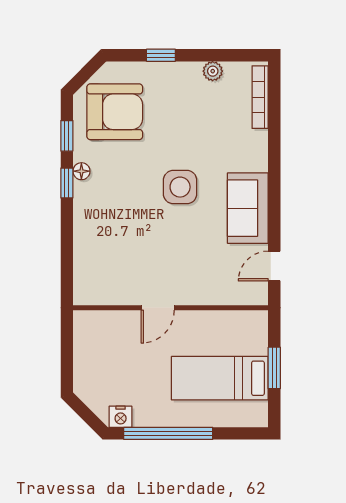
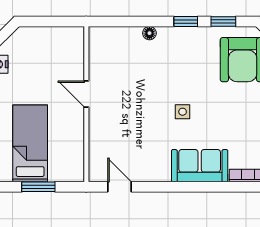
floor lamp: (81, 171) -> (149, 33), moved
side table: (180, 187) -> (183, 112), width x0.54, depth x0.54
sofa: (248, 208) -> (200, 166), moved

